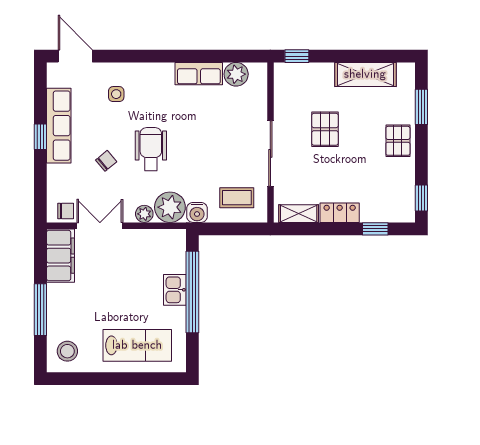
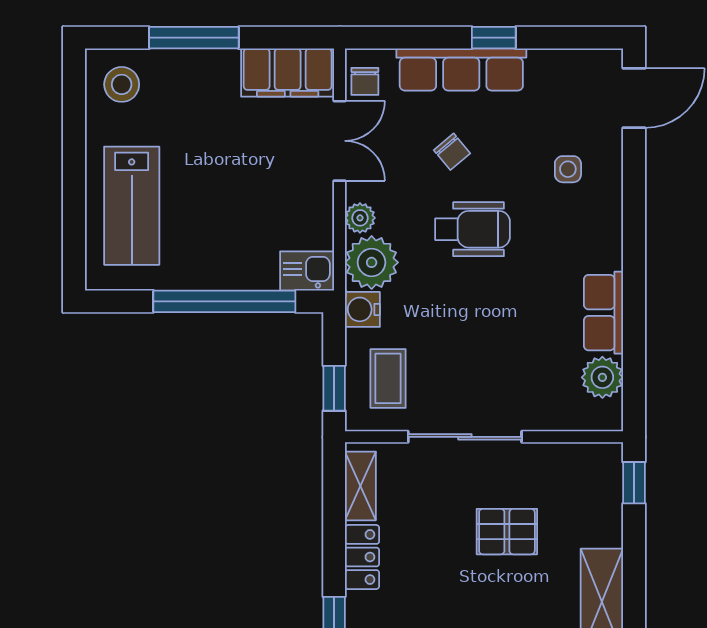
row of seats: (59, 126) -> (461, 69), moved
window: (242, 229) -> (334, 388), added
kitchen sink: (175, 290) -> (307, 271), moved

